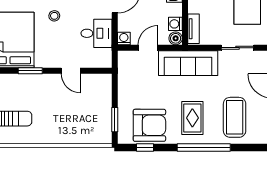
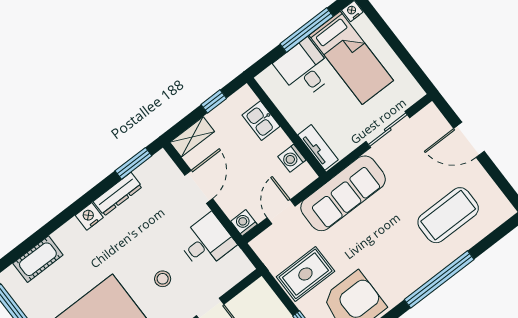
stool: (54, 16) -> (163, 279), moved
boiler: (176, 38) -> (305, 175), removed
coffee table: (235, 117) -> (448, 215), turned 90
rug: (192, 118) -> (305, 274), moved, turned 90

